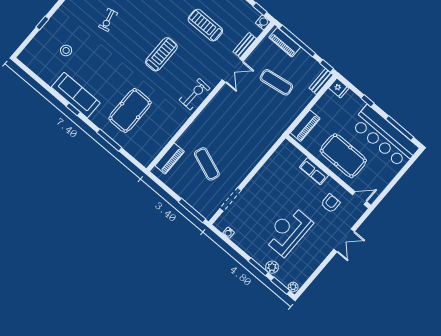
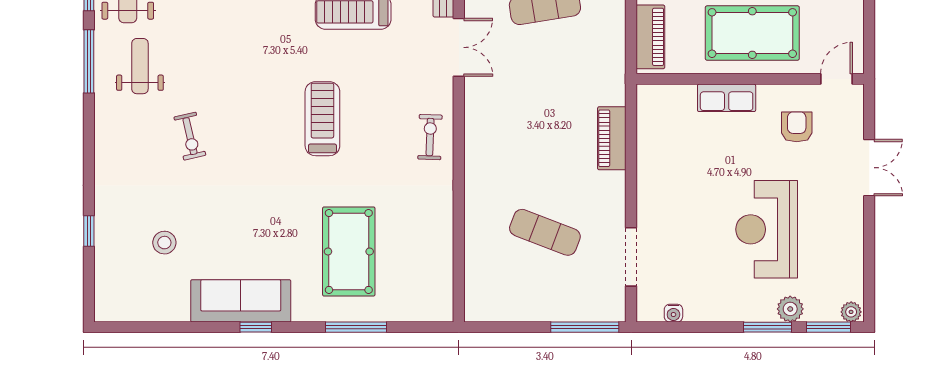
exercise bike: (195, 94) -> (430, 137), width x0.73, depth x0.72
piano: (170, 159) -> (612, 138), moved, turned 180

